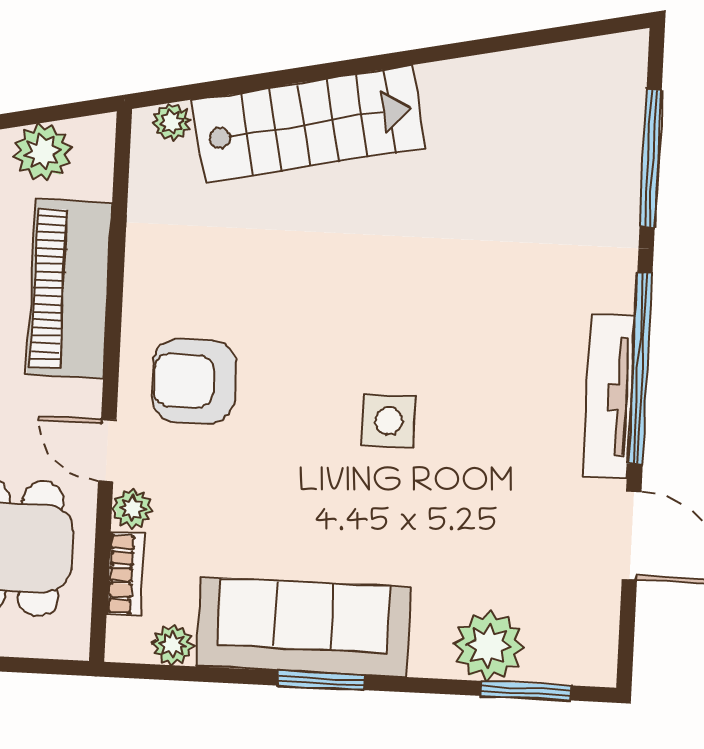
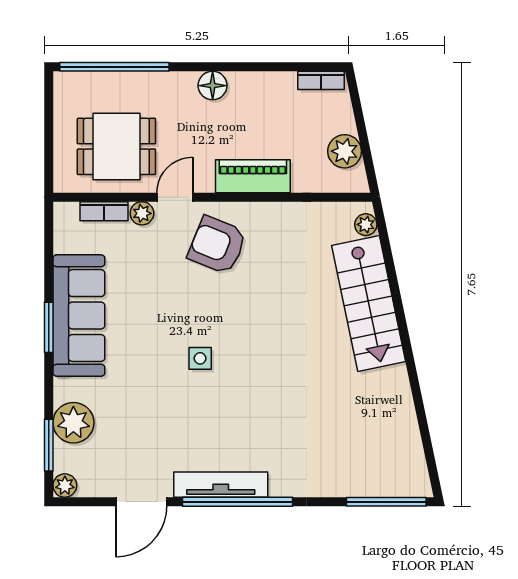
window: (651, 158) -> (386, 502), moved
piano: (69, 289) -> (253, 176), width x0.73, depth x0.75
armchair: (194, 381) -> (217, 245), turned -68
side table: (388, 421) -> (200, 358), width x0.73, depth x0.73
plant: (173, 645) -> (65, 486), moved

